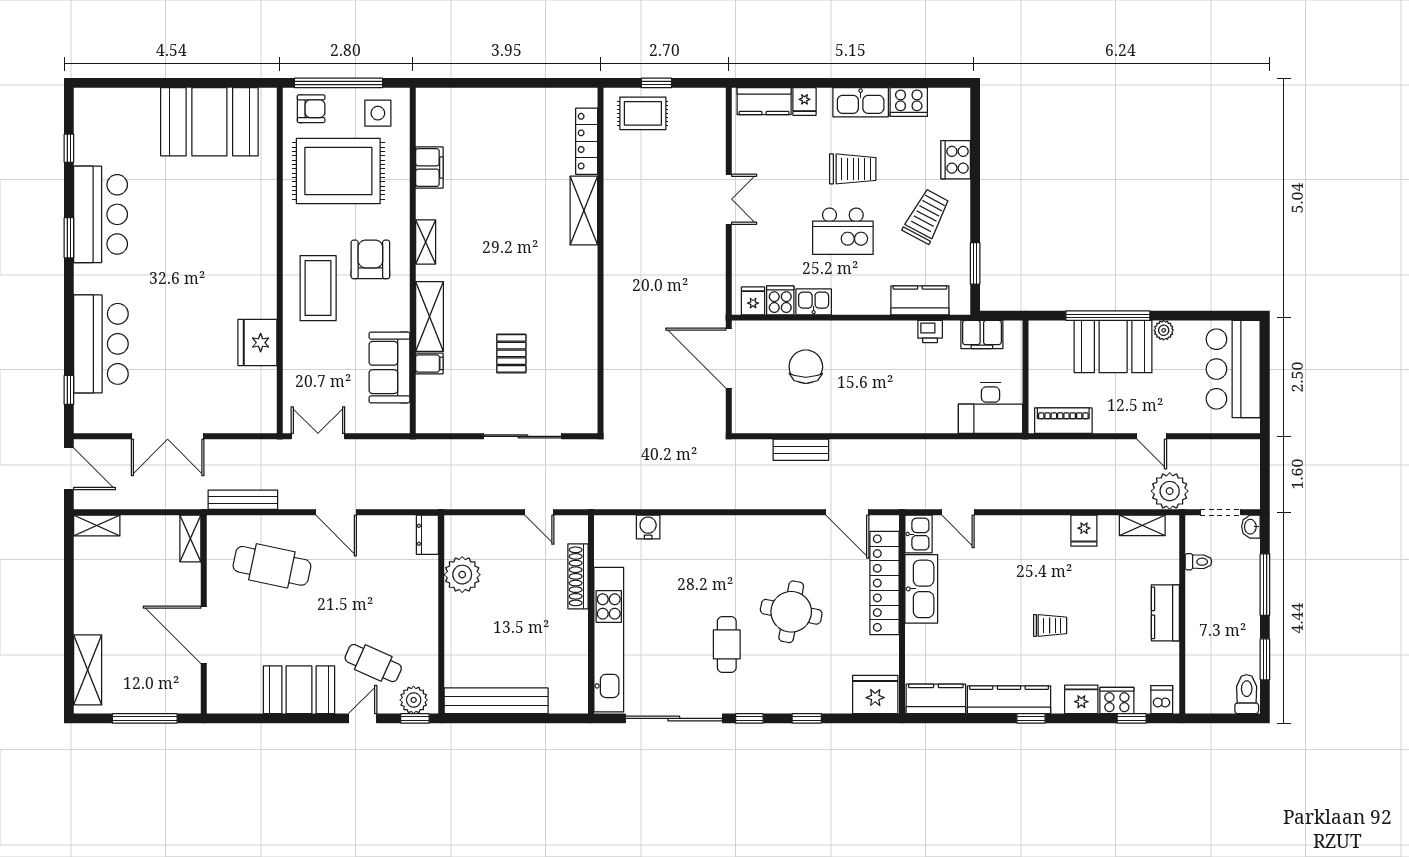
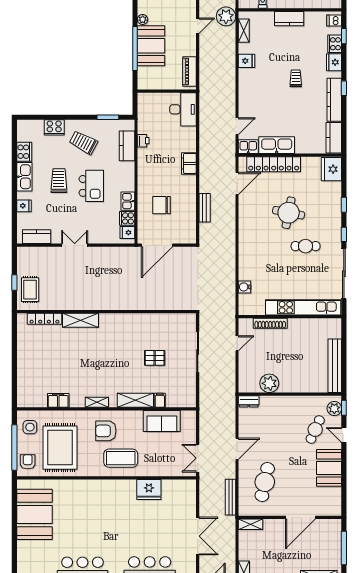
kitchen counter: (764, 101) -> (37, 237), moved, turned -90
filing cabinet: (982, 334) -> (189, 163), moved, turned 180

